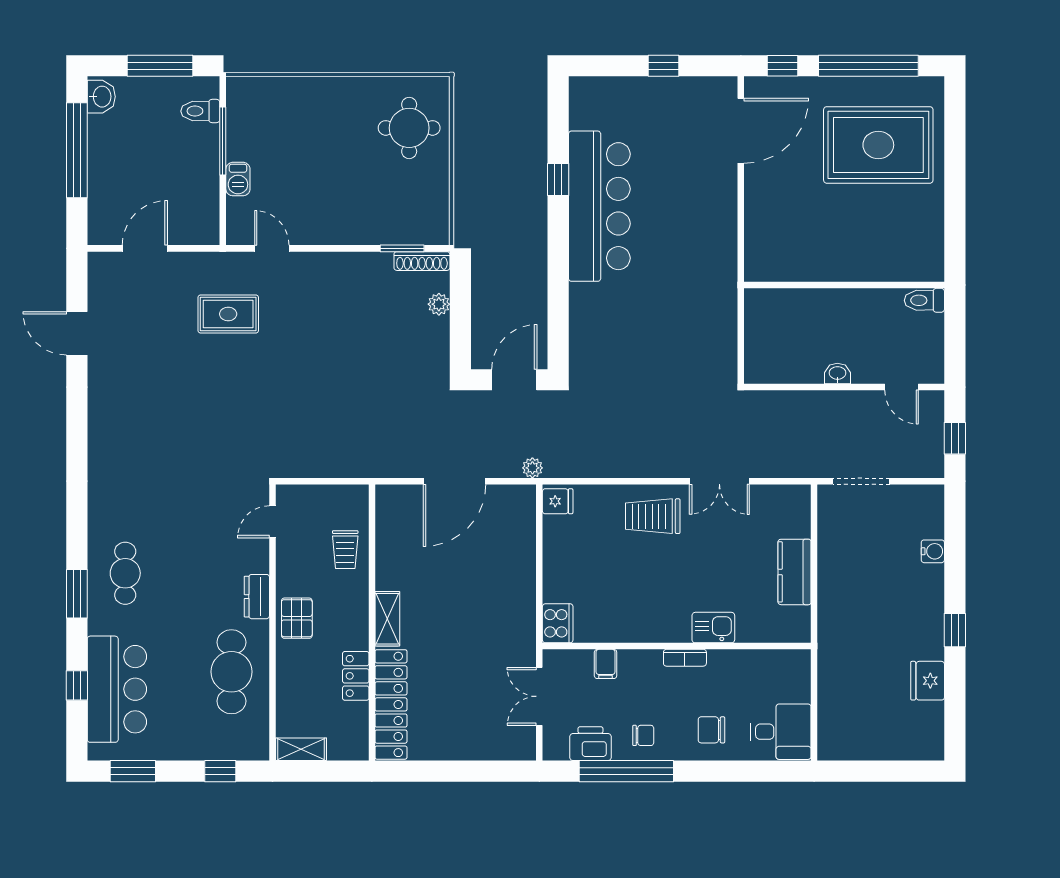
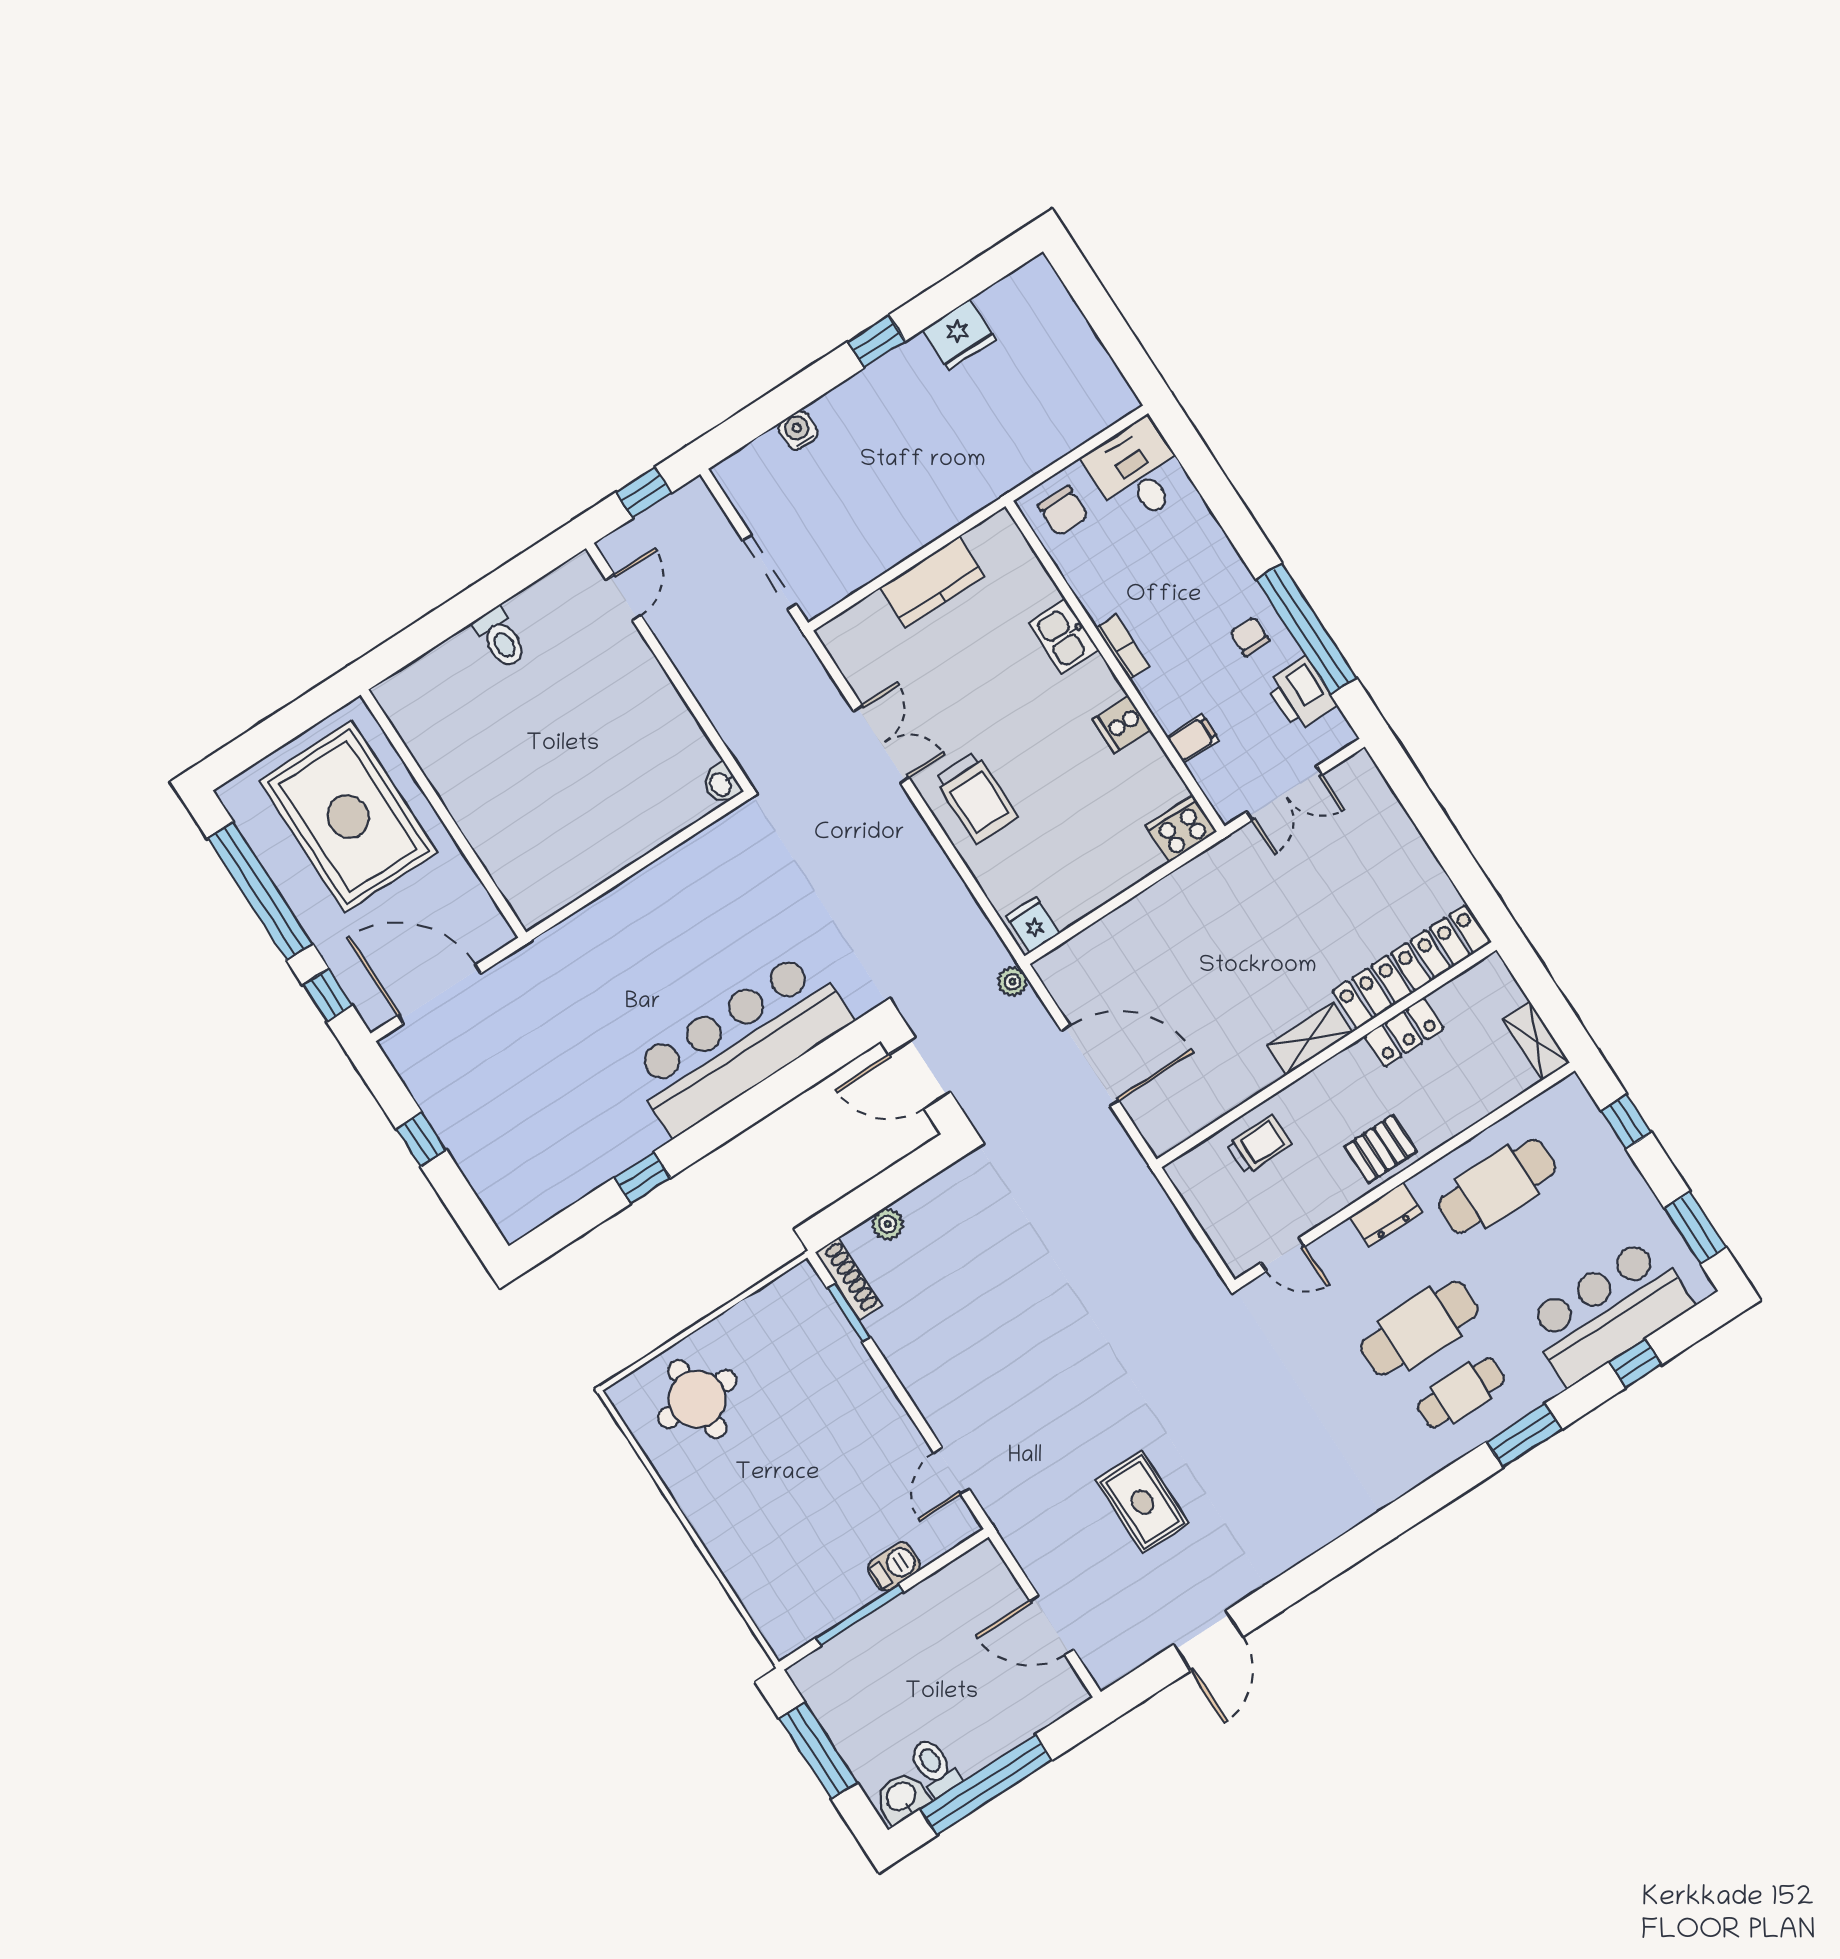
toilet: (200, 111) -> (934, 1767), moved, turned 180
bar counter: (599, 206) -> (740, 1043), moved
wall: (844, 285) -> (443, 814), moved
rug: (228, 314) -> (1142, 1502), moved
washbasin: (837, 374) -> (721, 784), moved
cafe table: (178, 573) -> (1419, 1328), added
cooker: (640, 628) -> (1122, 725), added
chair: (711, 730) -> (1063, 511), moved

